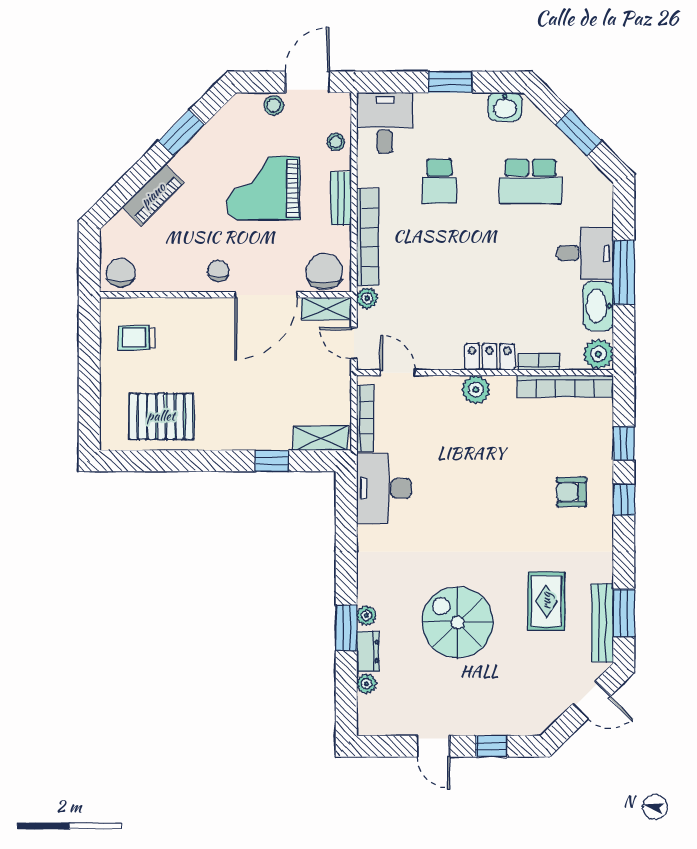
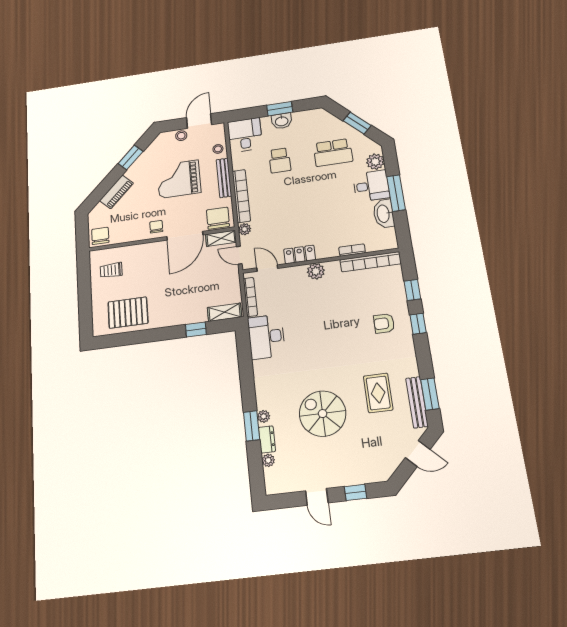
washbasin: (505, 107) -> (282, 121), moved
bench: (341, 198) -> (224, 178), width x1.36
plant: (598, 354) -> (375, 162), moved
locker: (490, 357) -> (300, 254), moved

